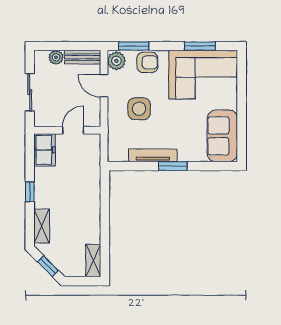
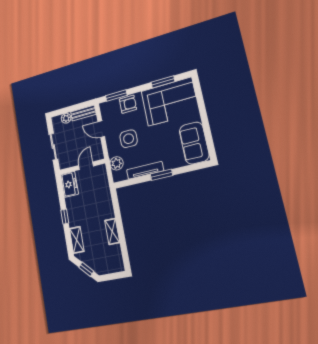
plant: (116, 61) -> (117, 163), moved
shelving: (93, 261) -> (112, 231), moved

